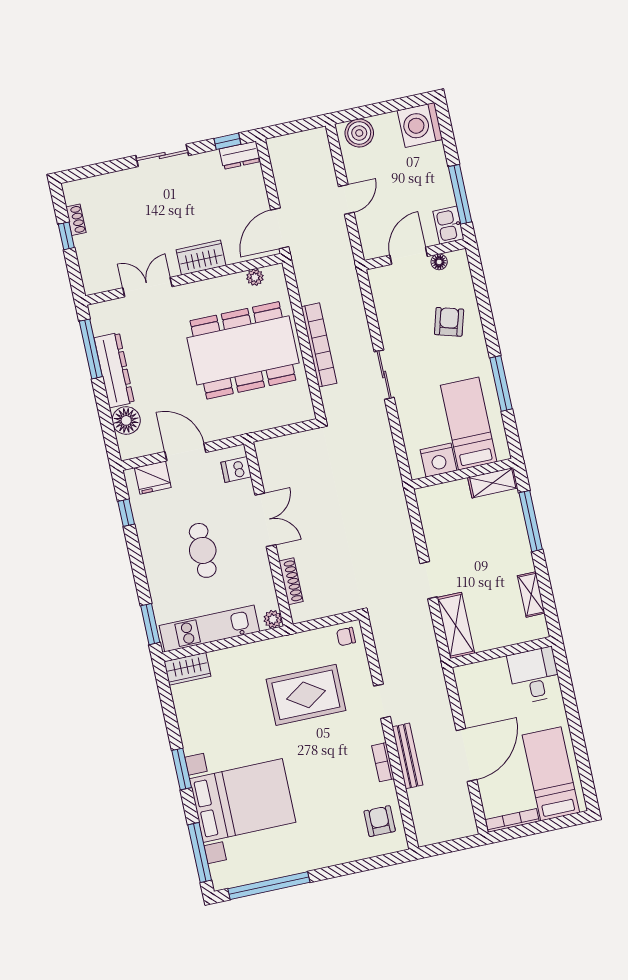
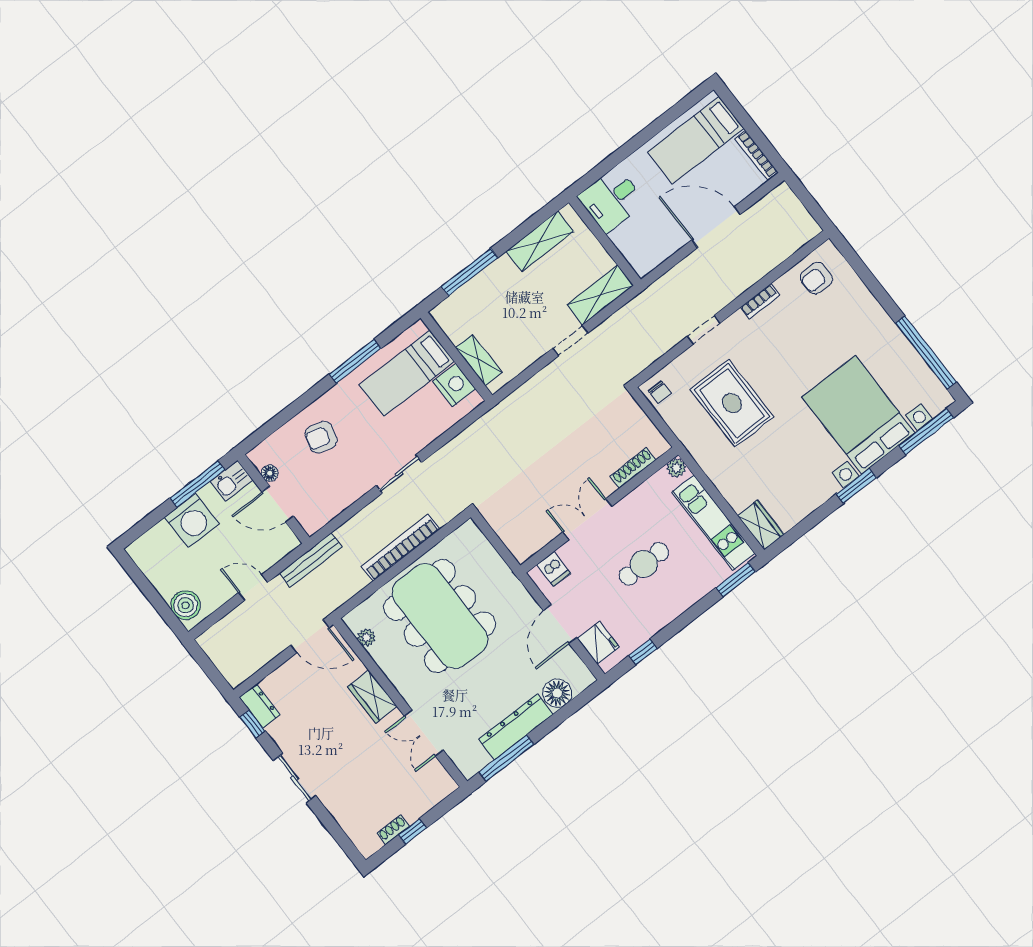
washing machine: (420, 125) -> (192, 521), moved
shelving: (493, 483) -> (479, 360), moved
shelving: (531, 594) -> (540, 241), width x1.50, depth x1.33
bench: (407, 756) -> (311, 560), moved

